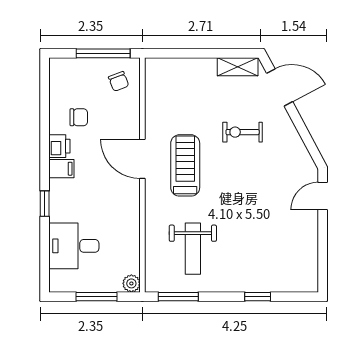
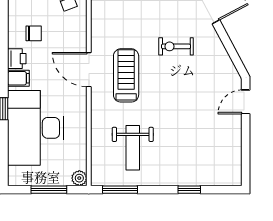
desk: (74, 246) -> (36, 128), width x1.87, depth x1.30

